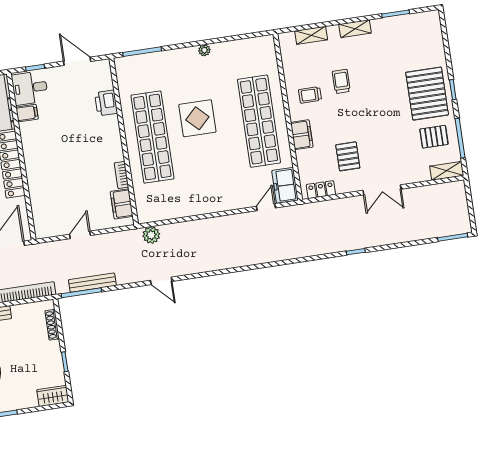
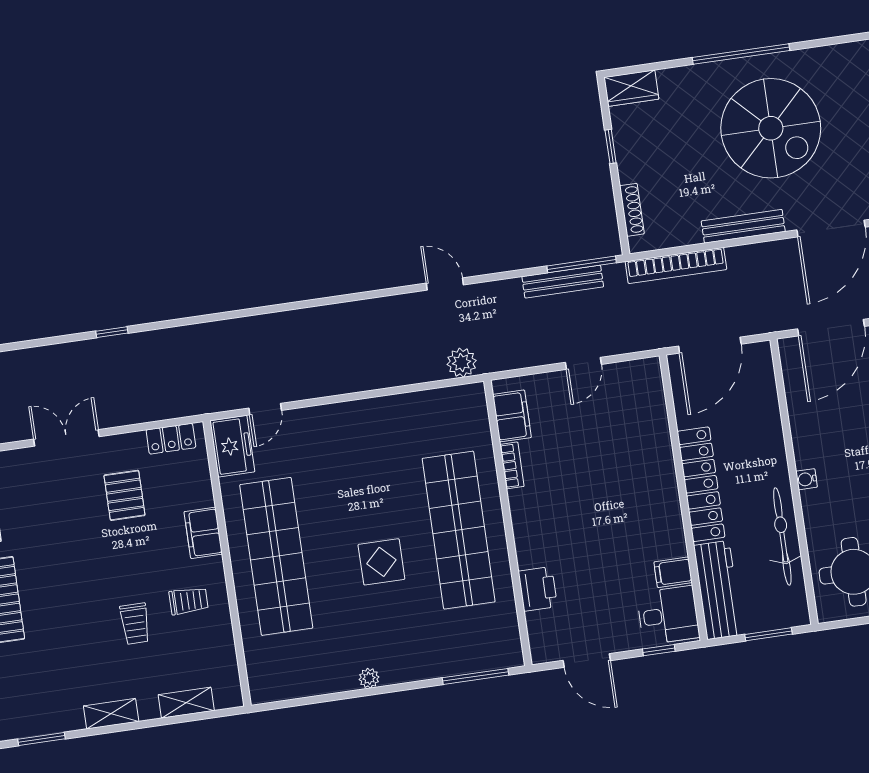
display table: (197, 118) -> (381, 562), width x0.73, depth x0.73

